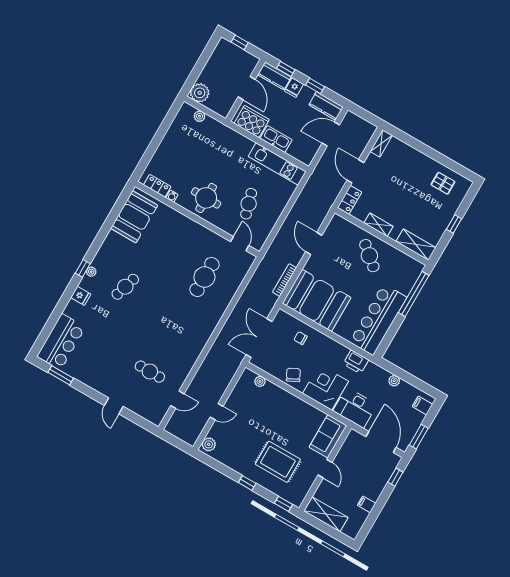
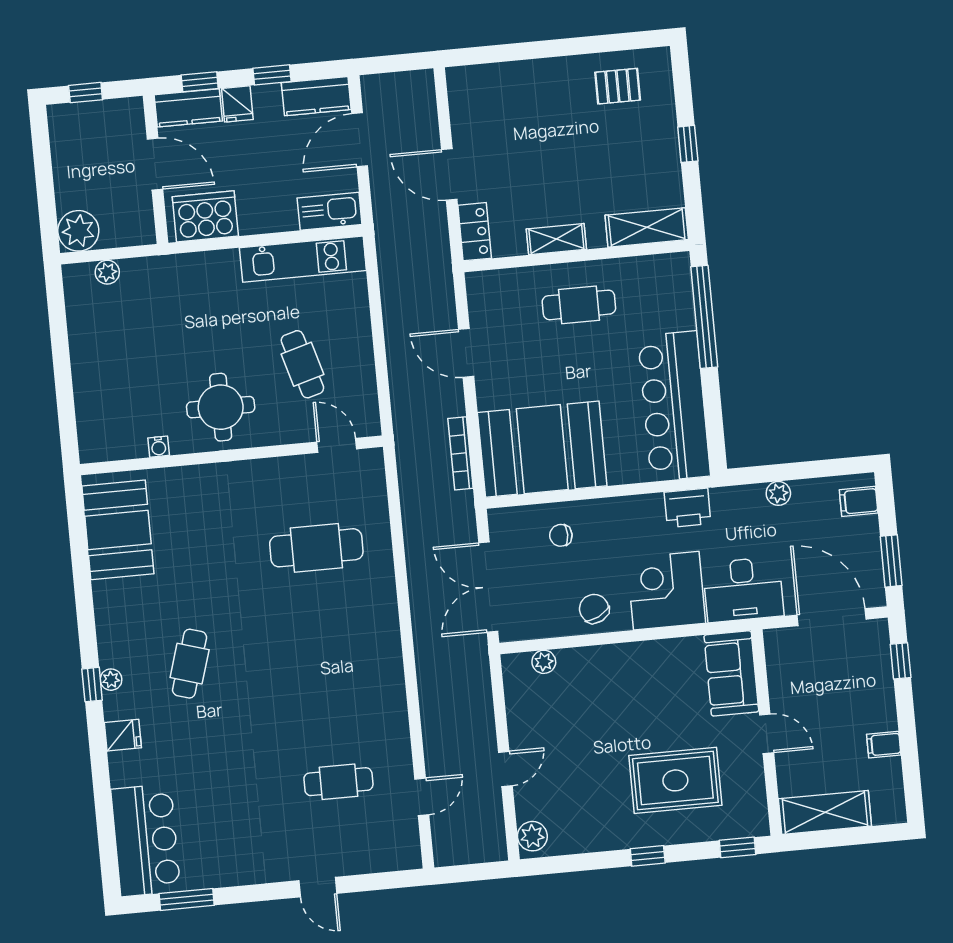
kitchen sink: (276, 139) -> (330, 211), moved
shelving: (381, 143) -> (460, 93), removed
locker: (157, 186) -> (120, 447), removed
cafe table: (369, 256) -> (579, 305), turned -40
cafe table: (204, 277) -> (316, 548), turned 90

